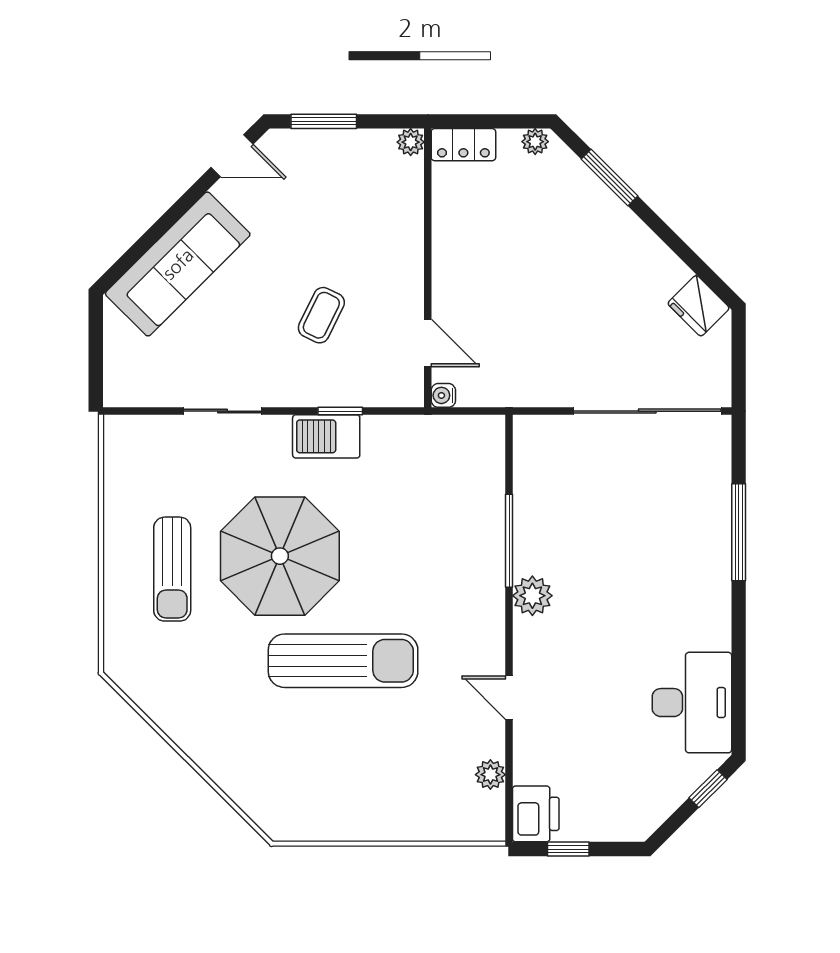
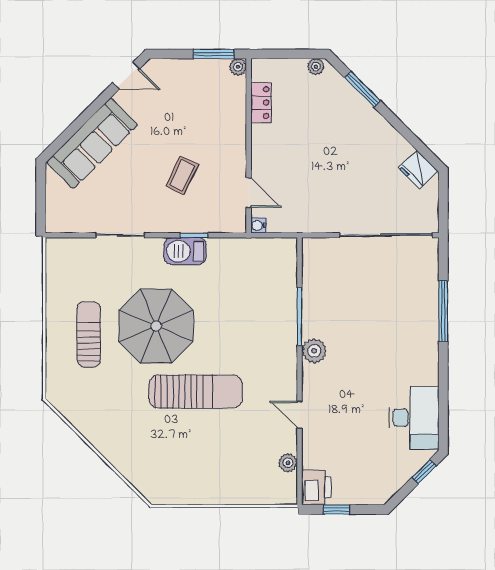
window: (324, 121) -> (214, 54), moved
locker: (463, 145) -> (261, 103), moved, turned -90
sun lounger: (172, 569) -> (89, 334), turned 180

